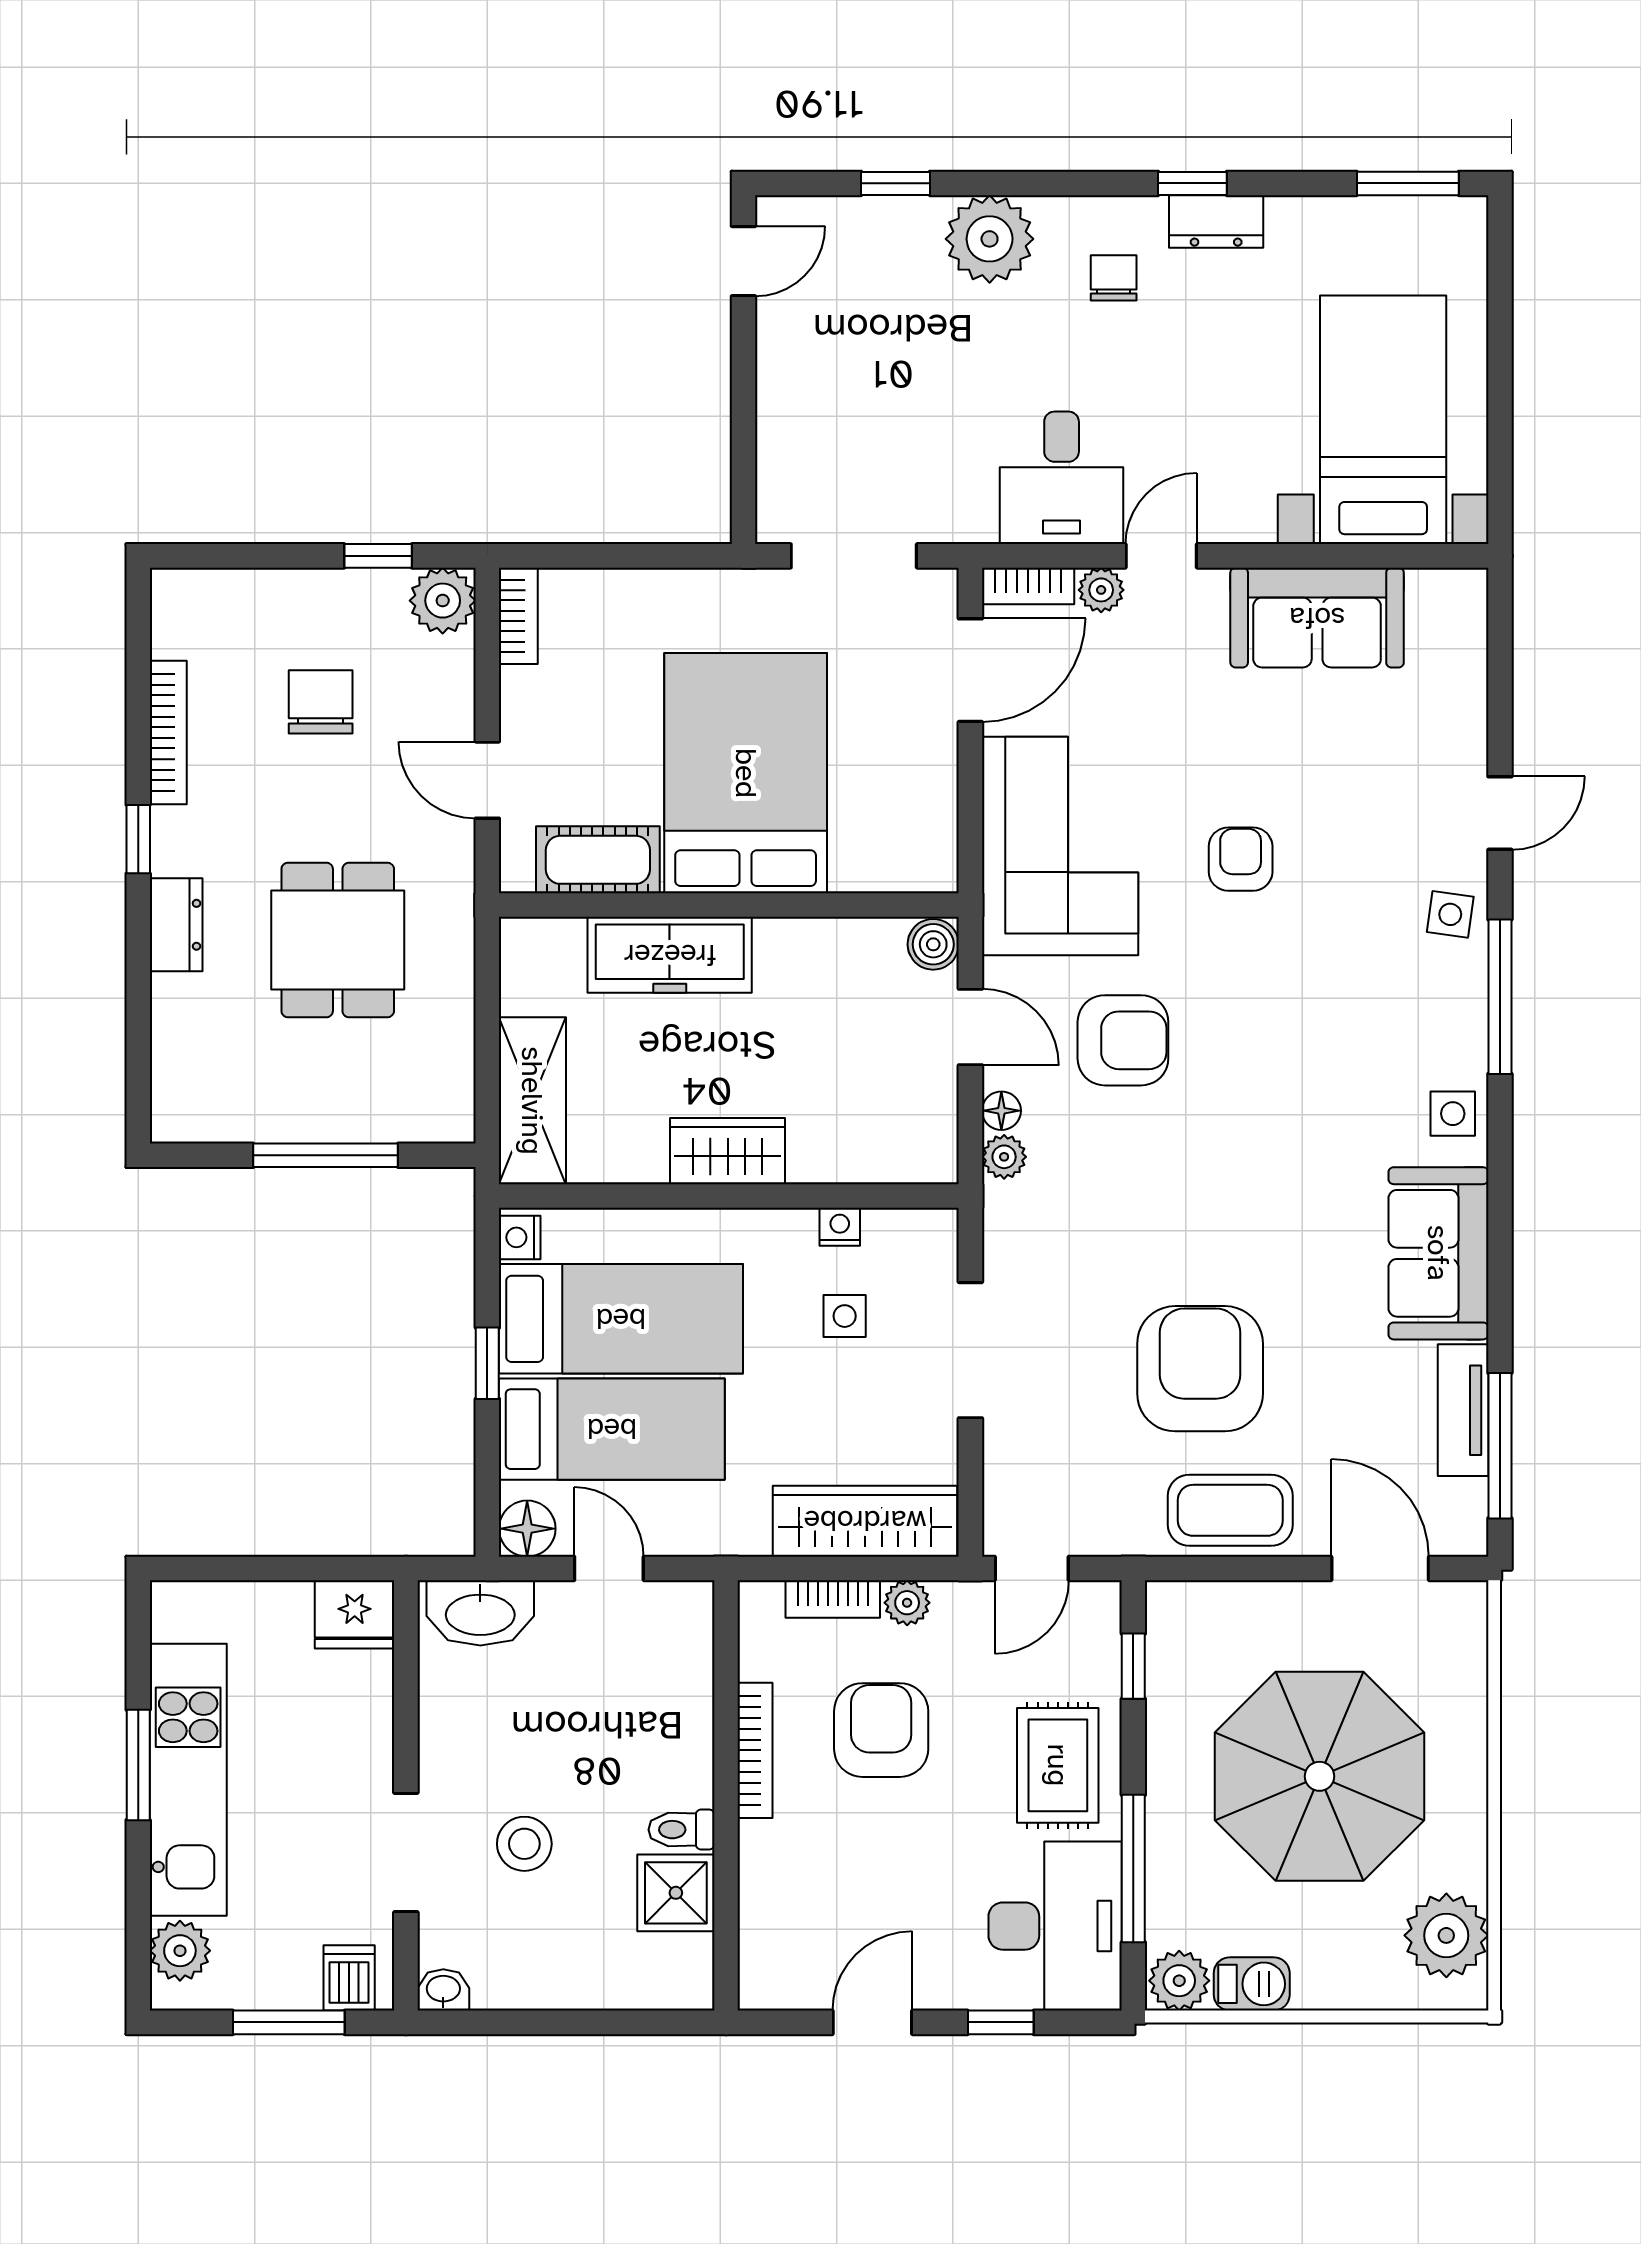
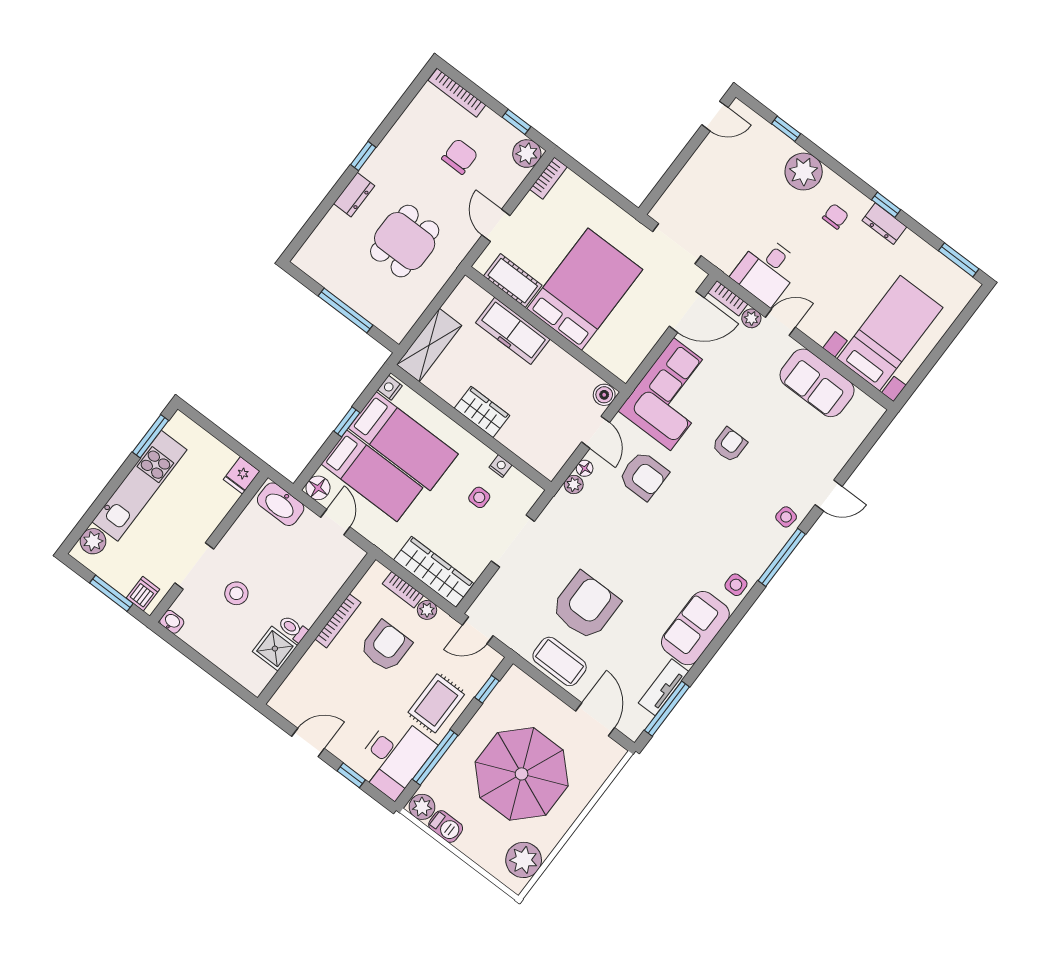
bookcase: (168, 733) -> (457, 93), moved, turned 90
fridge: (355, 1614) -> (242, 475), width x0.72
window: (138, 1765) -> (151, 436), moved

